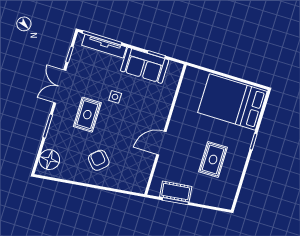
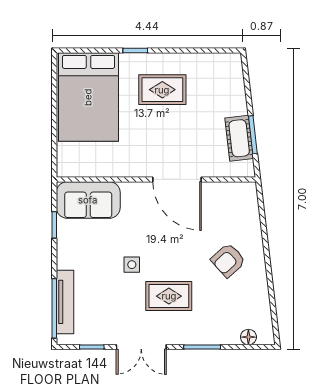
sofa: (145, 65) -> (88, 200), moved, turned 90
door: (161, 143) -> (177, 179), width x1.36
floor lamp: (49, 160) -> (248, 337), width x0.53, depth x0.53
rug: (213, 160) -> (162, 90), moved

